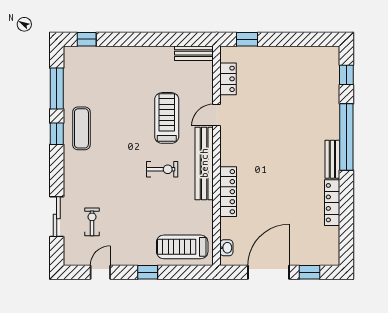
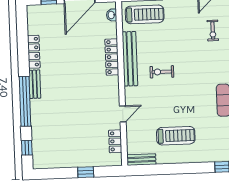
window: (247, 39) -> (86, 172), moved
treadmill: (167, 118) -> (176, 136), moved, turned -90
bench: (204, 163) -> (130, 59), moved

